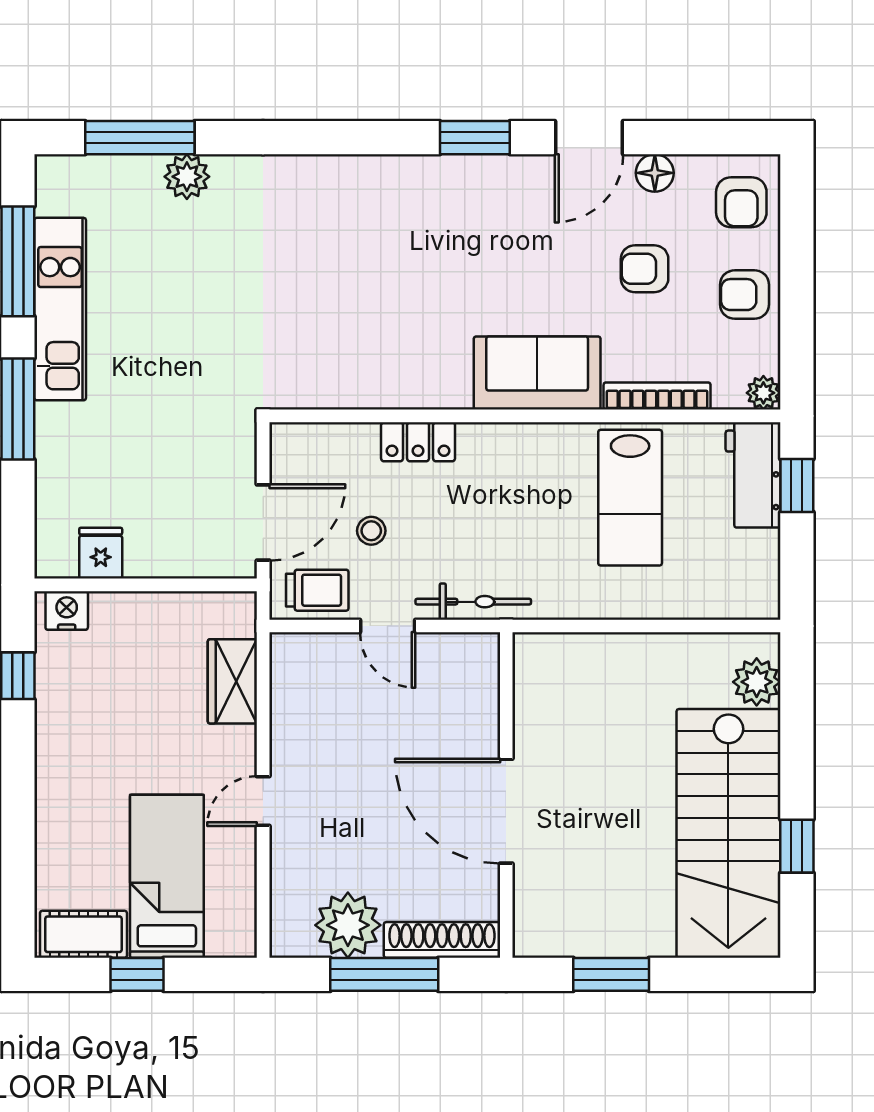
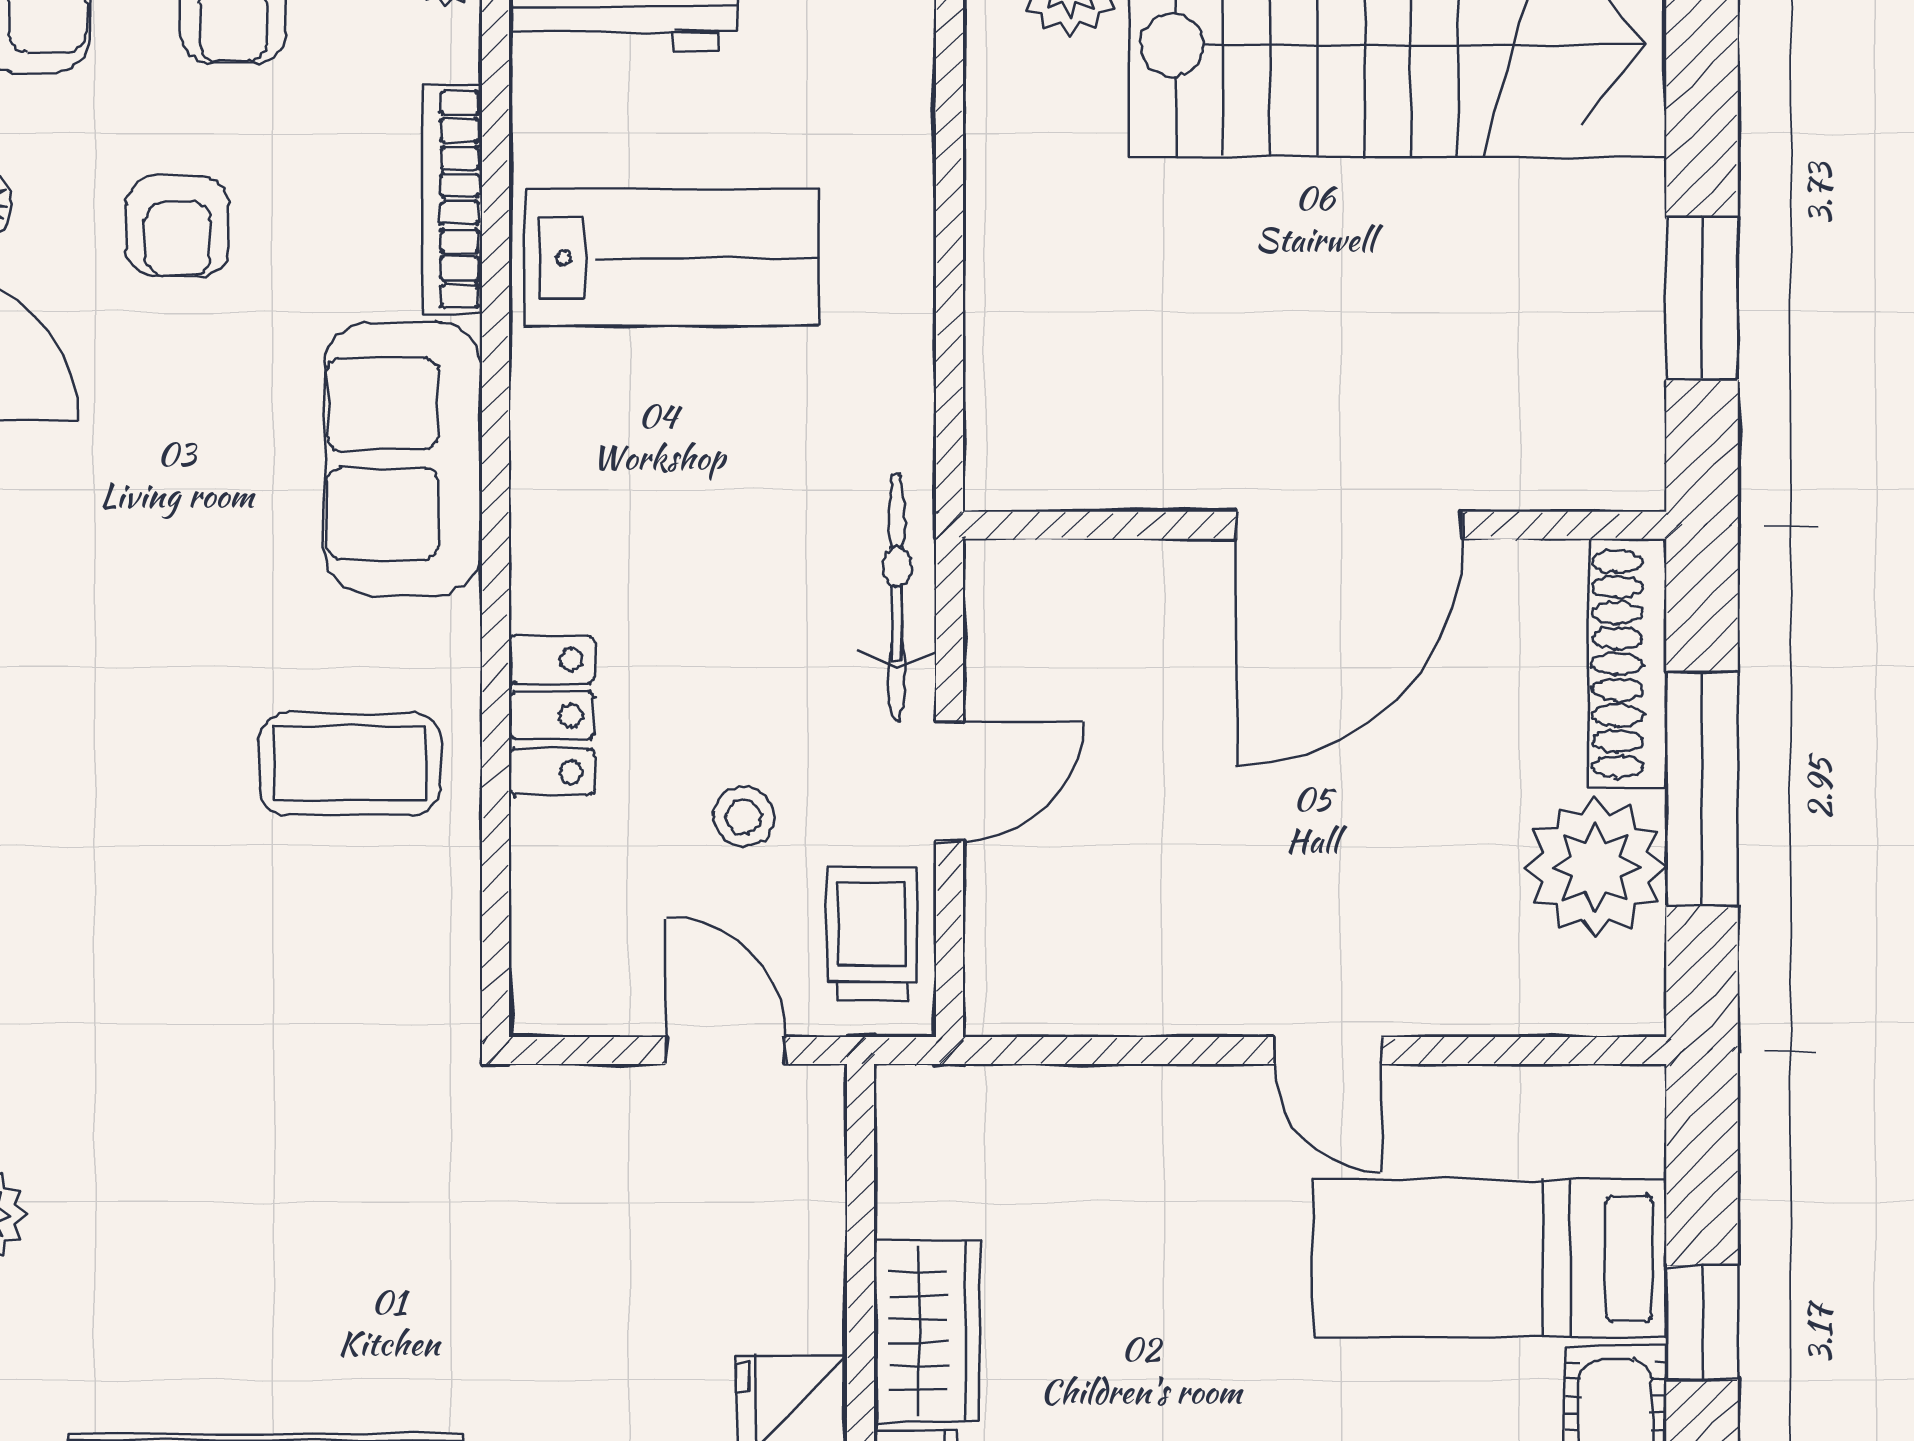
coffee table: (396, 349) -> (350, 764), added
door: (263, 522) -> (726, 1051), width x0.73
wardrobe: (232, 681) -> (927, 1331), moved, turned -90

